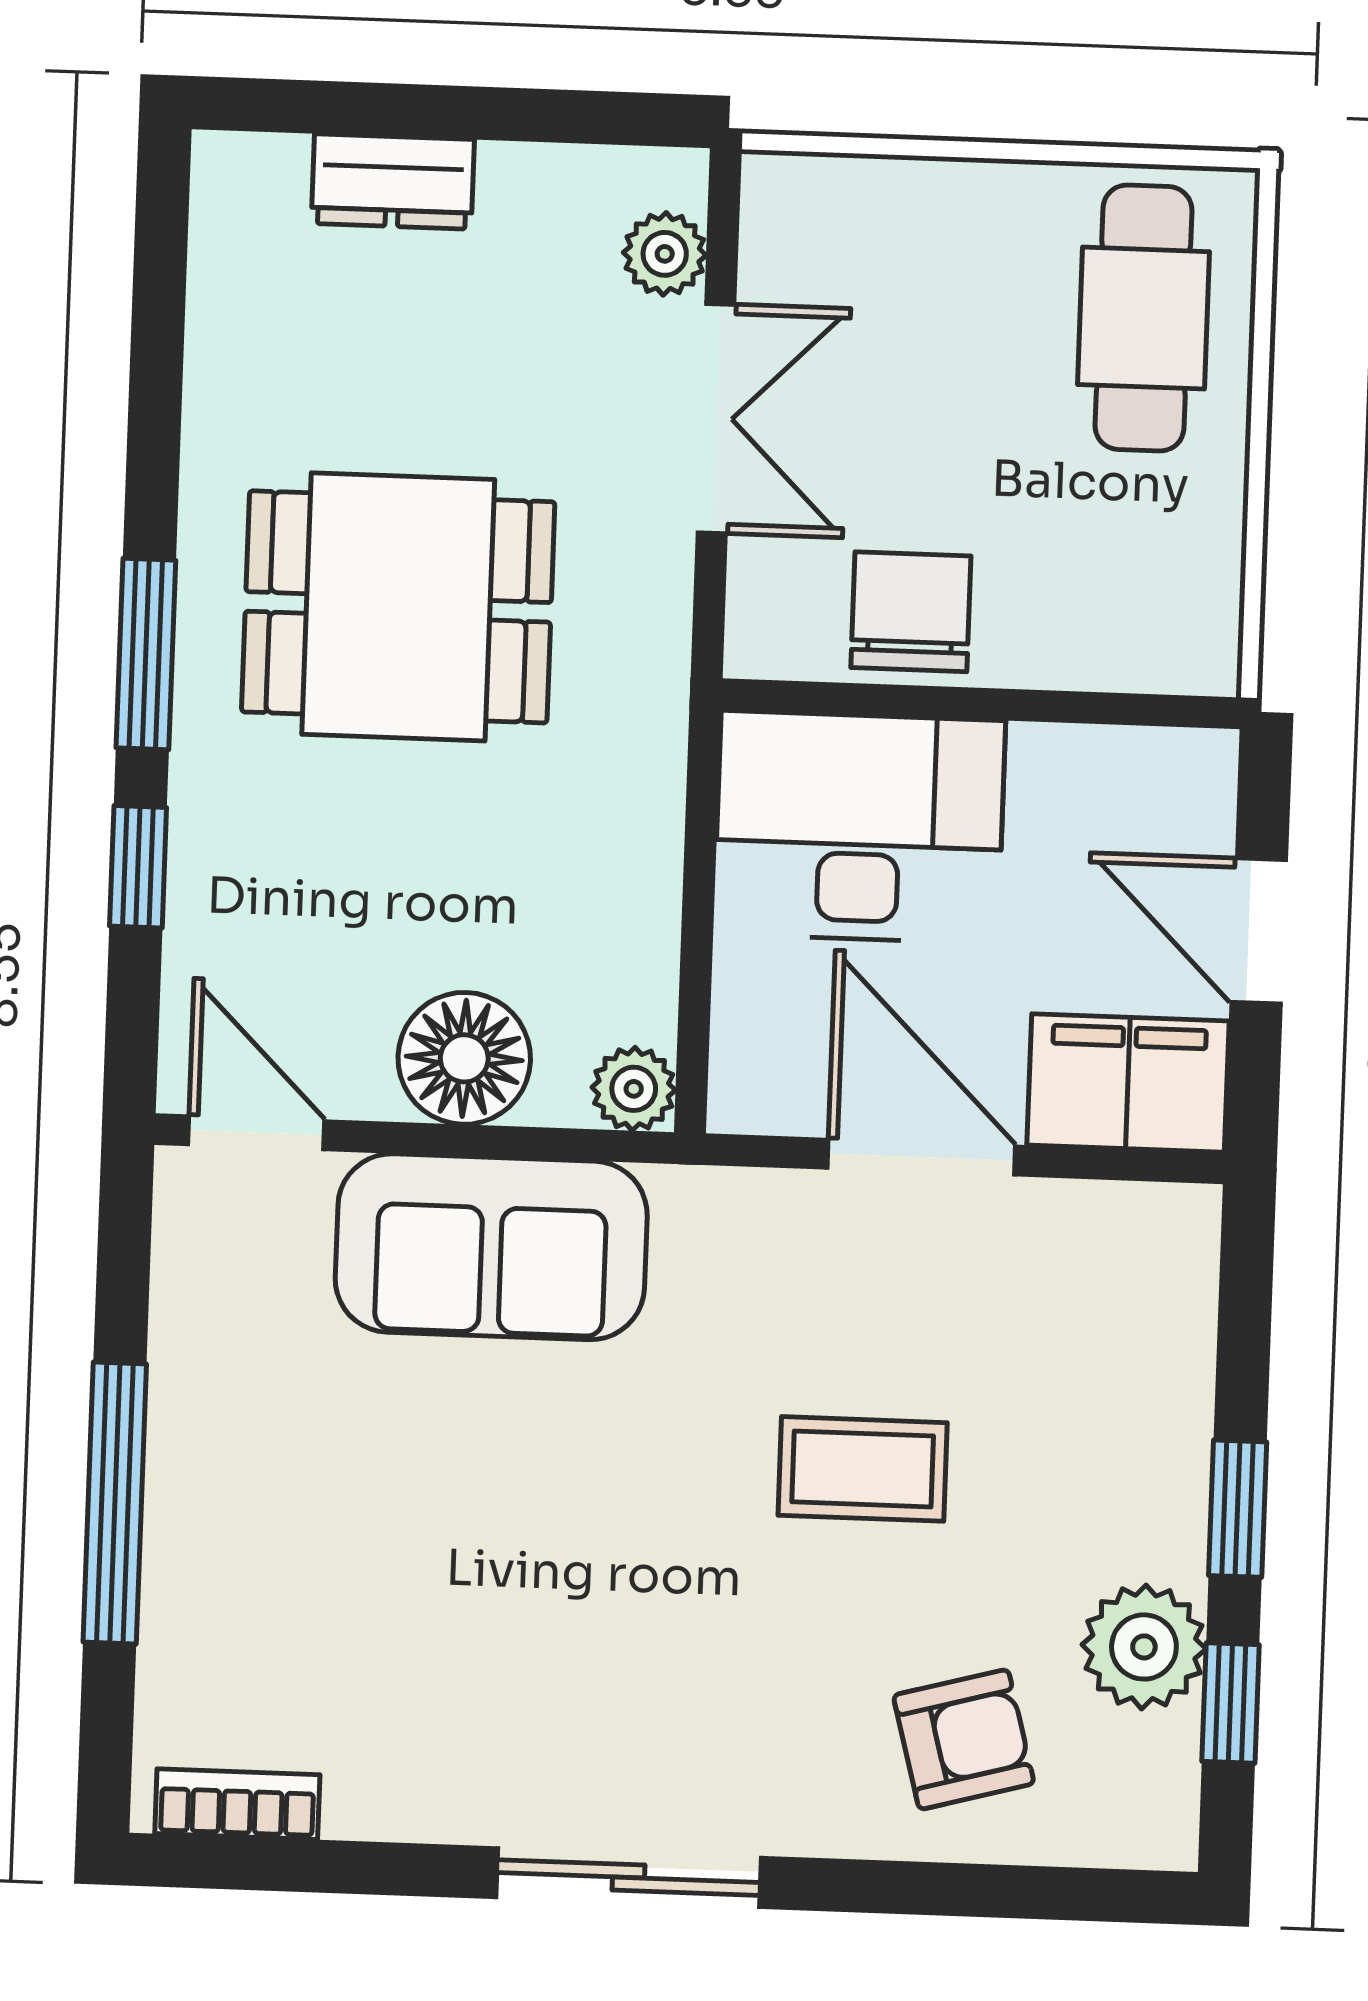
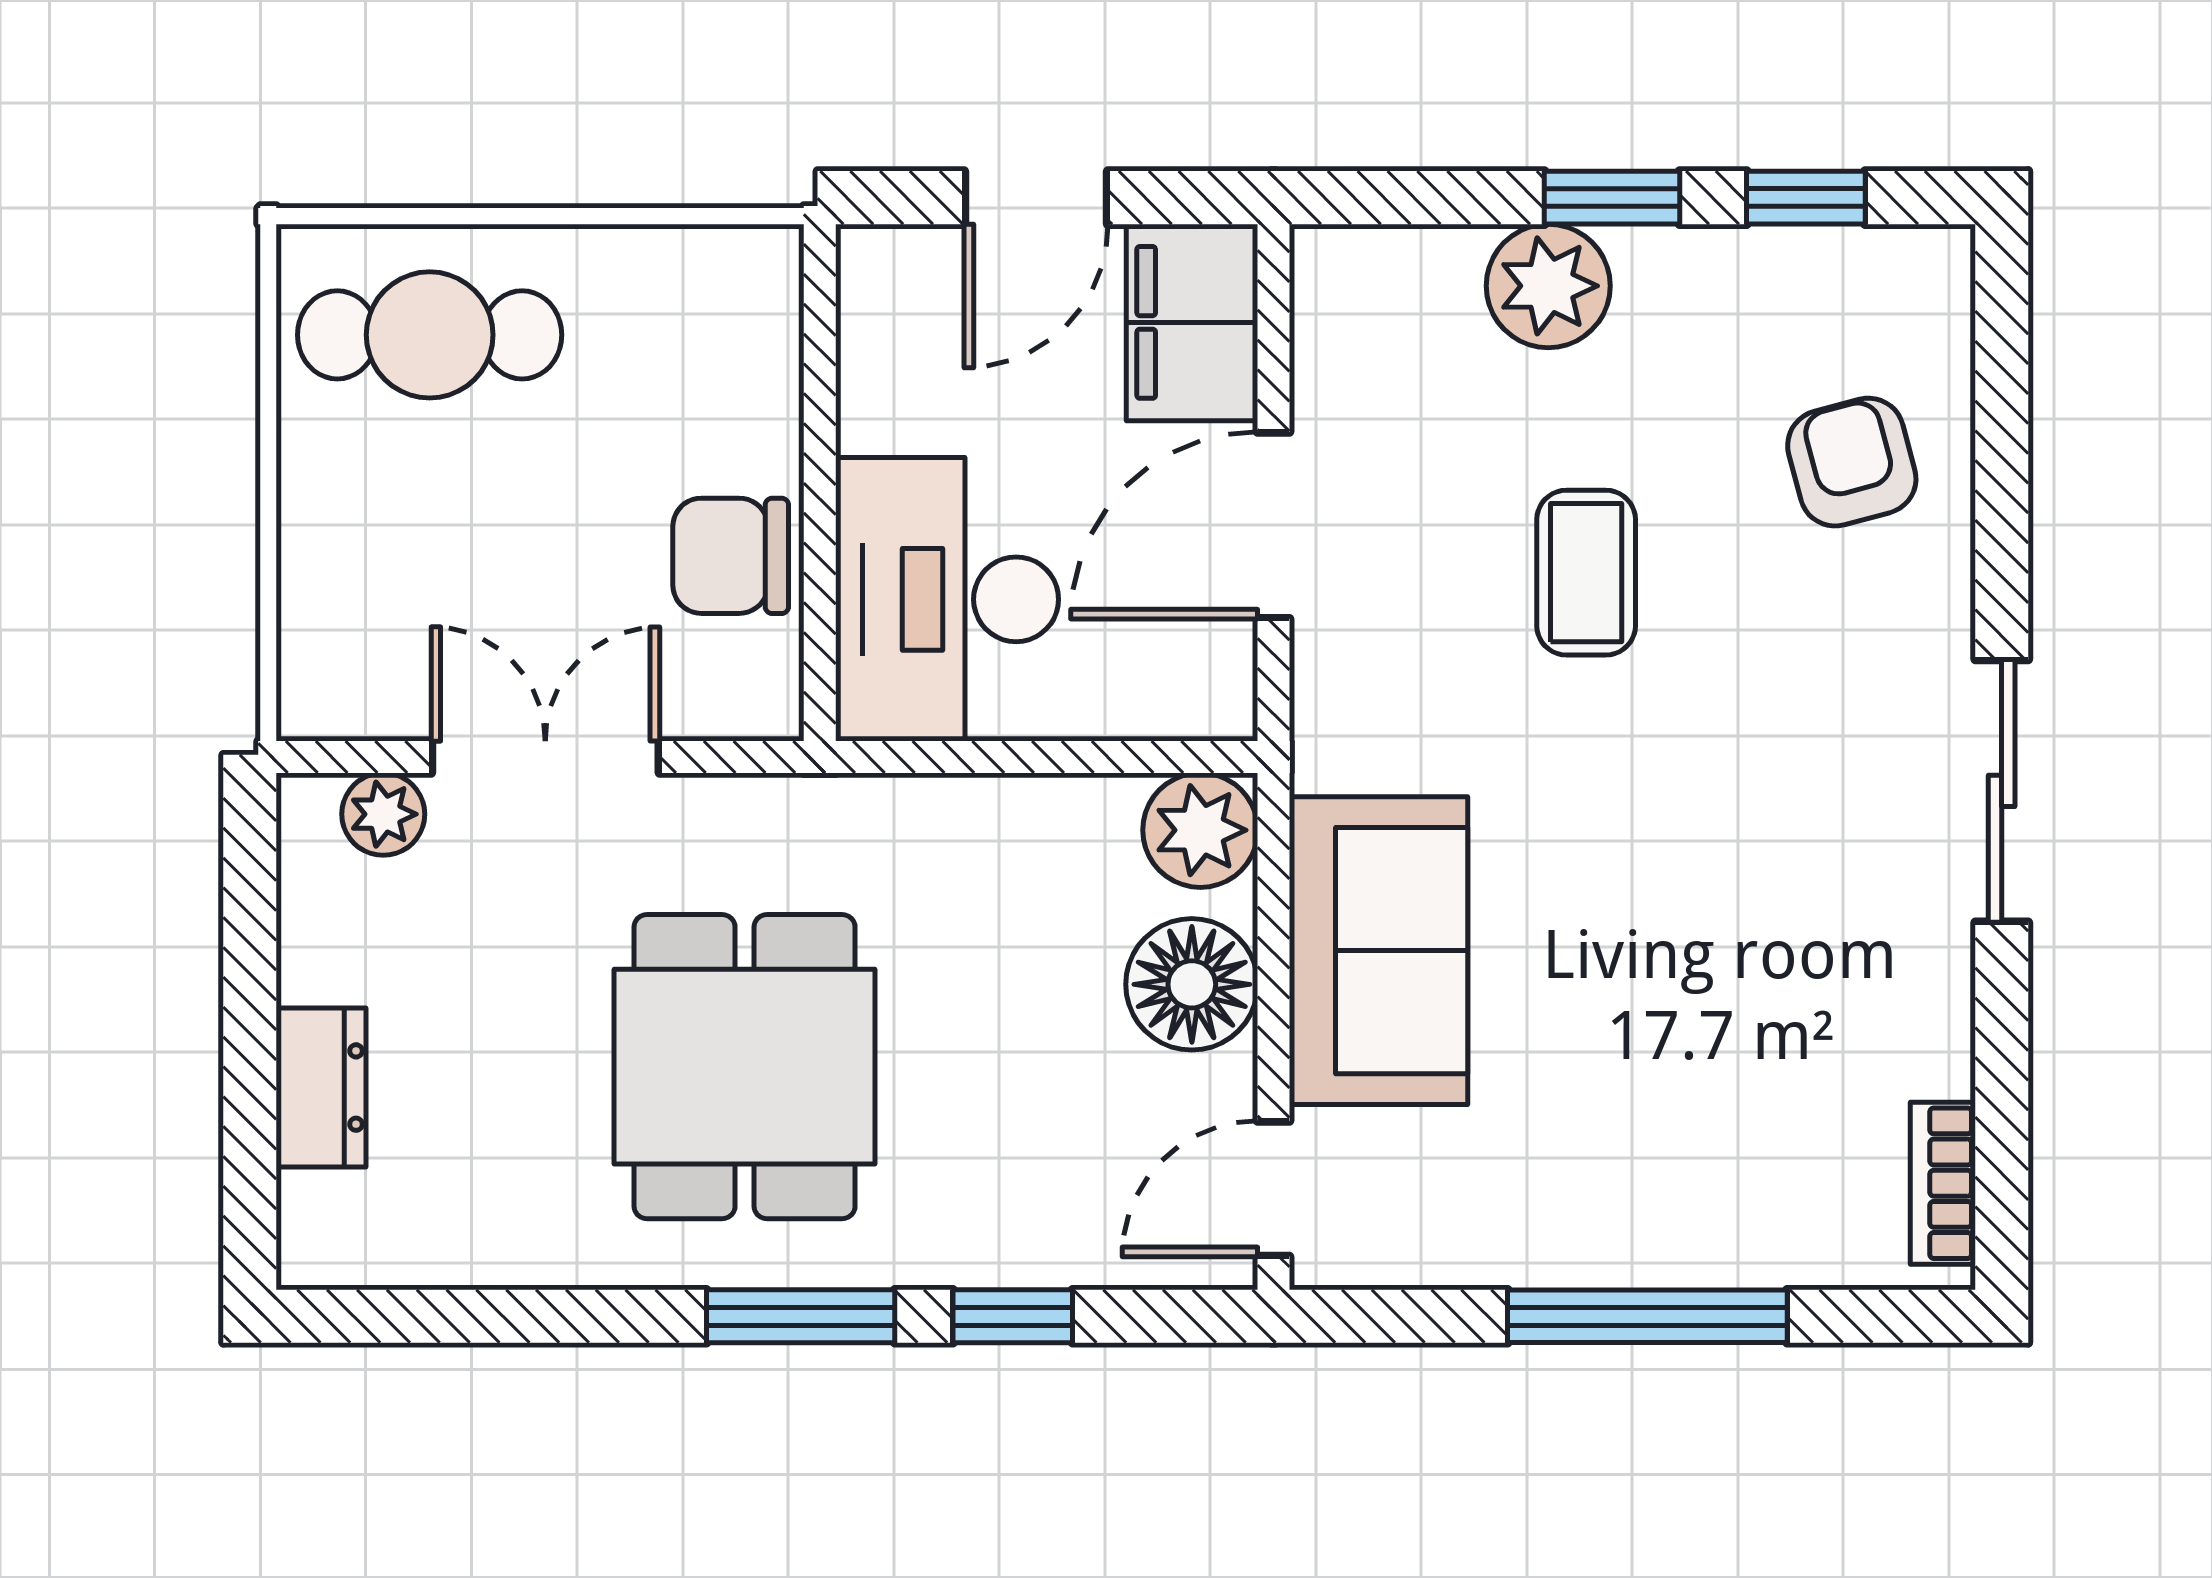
plant: (634, 1089) -> (1200, 830), width x1.38, depth x1.38
plant: (1144, 1647) -> (1548, 286), moved

